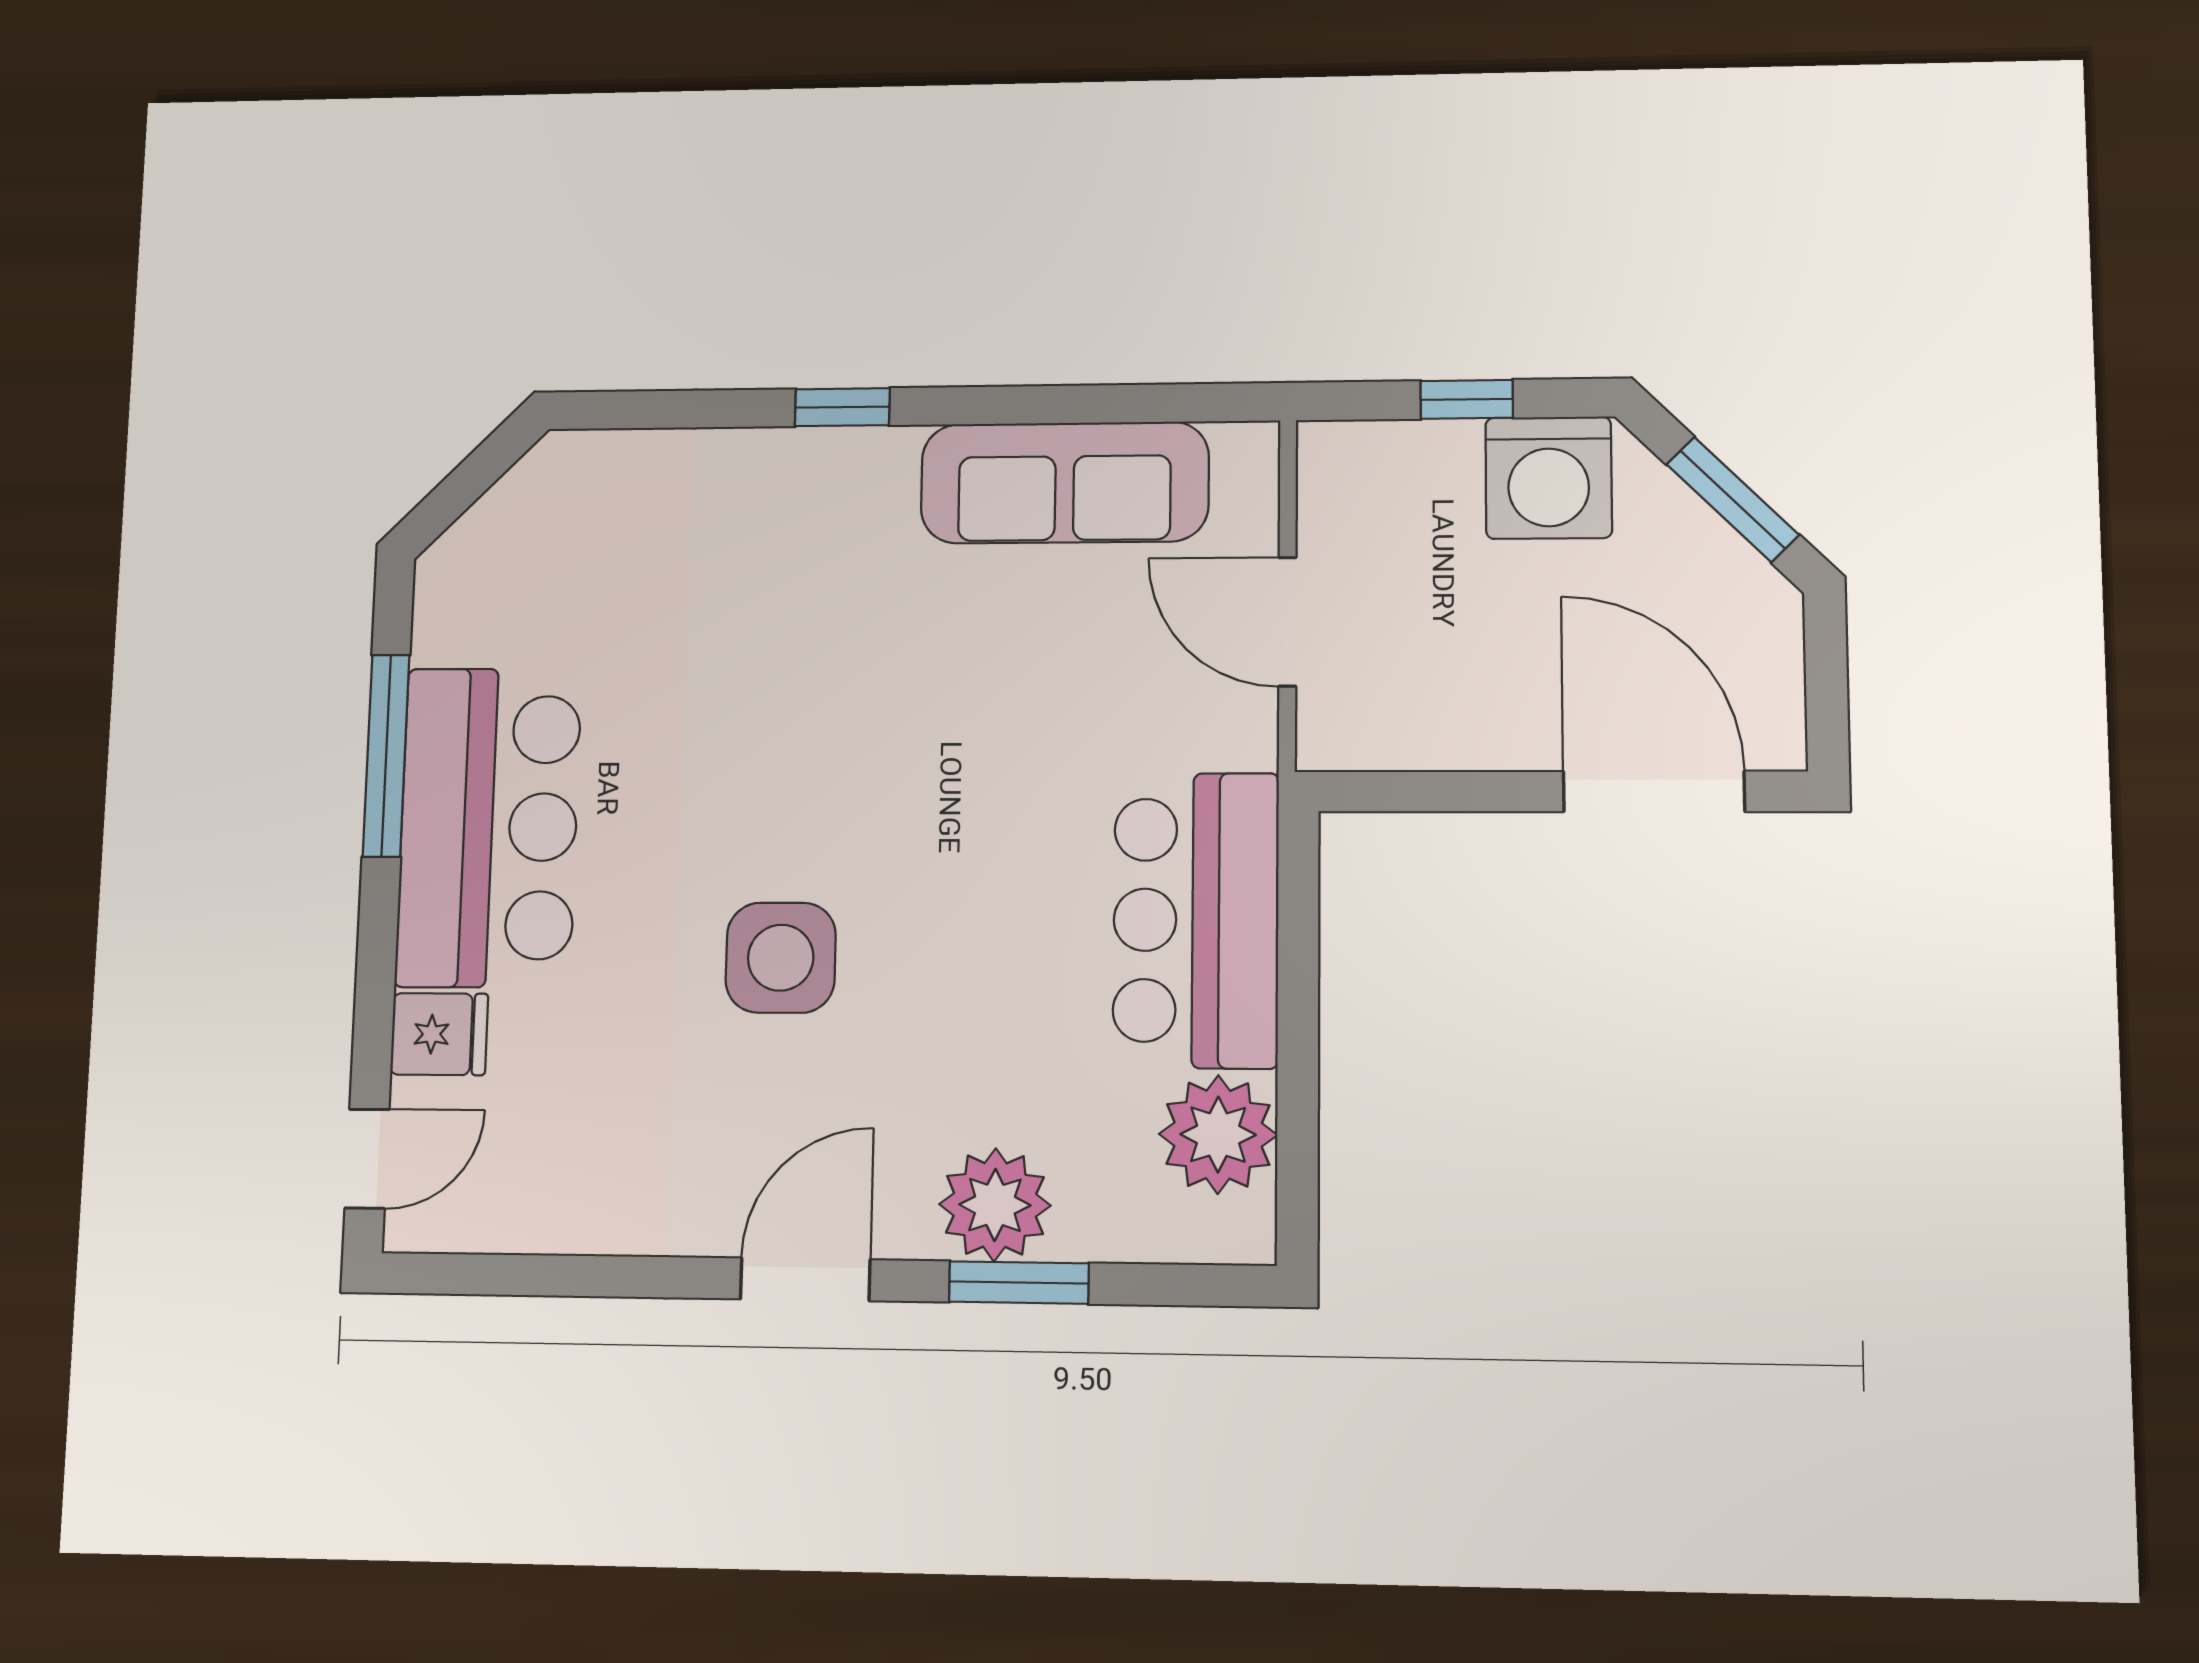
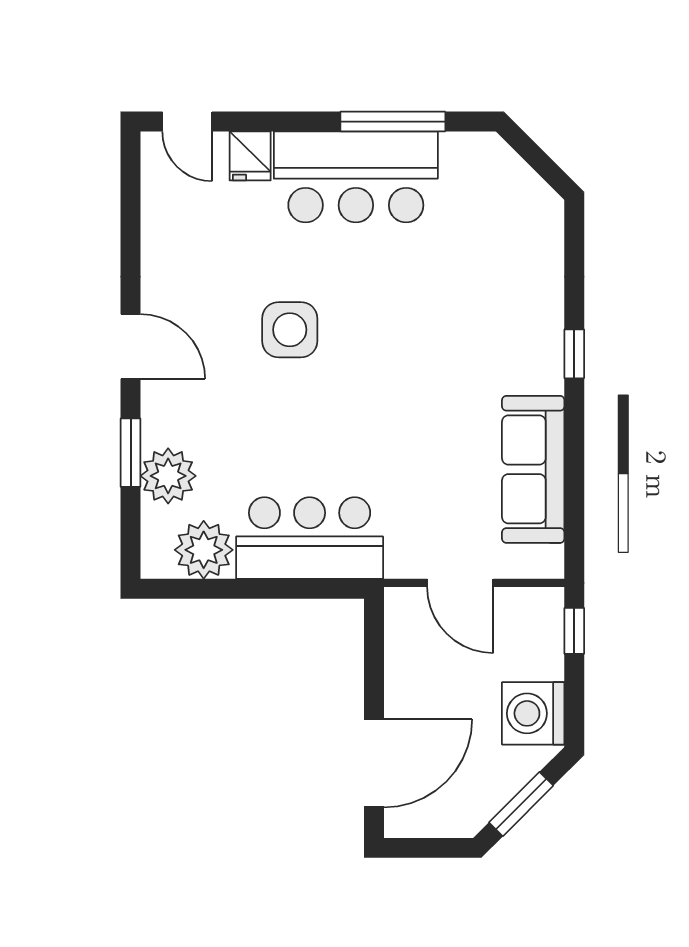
window: (1467, 399) -> (574, 631), moved
door: (1287, 622) -> (460, 583), swing flipped
plant: (995, 1205) -> (168, 476), moved

